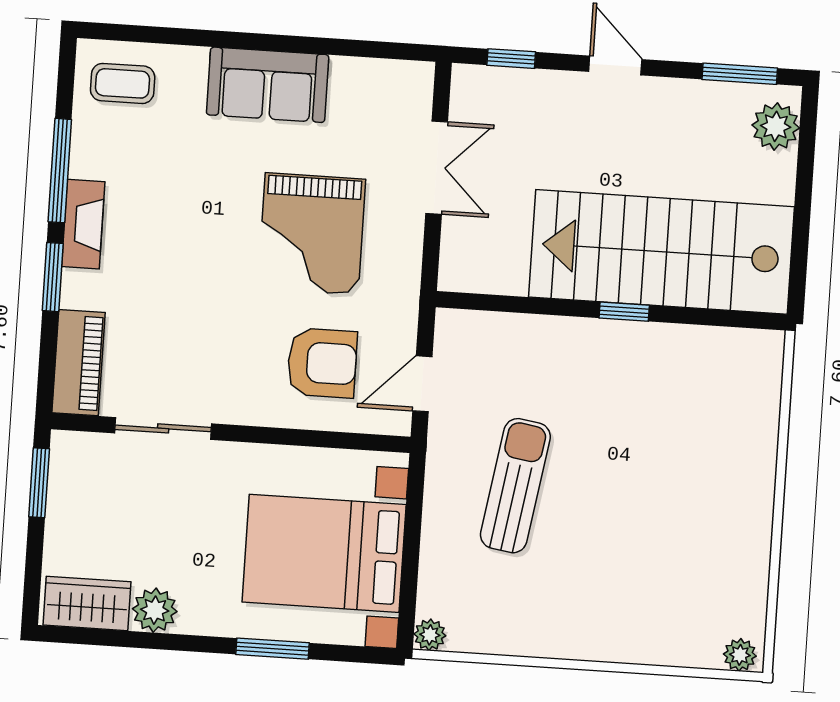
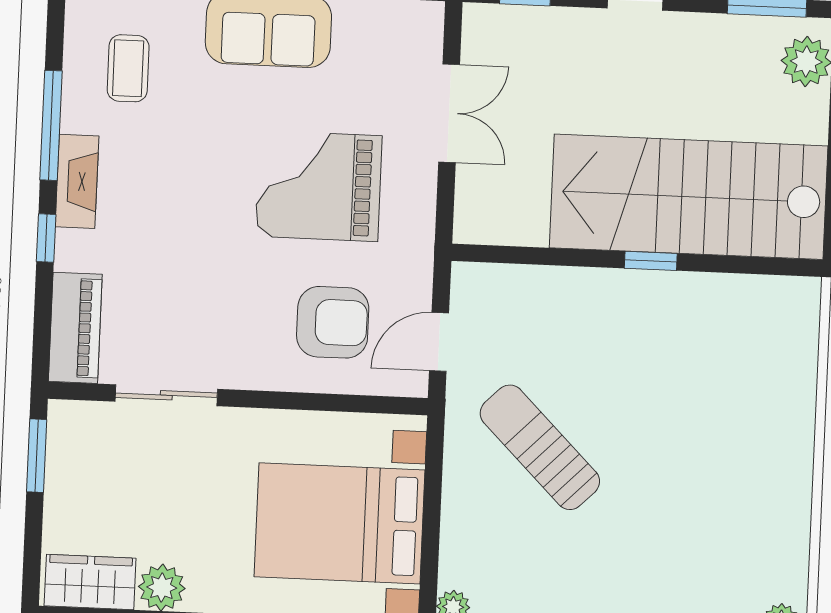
coffee table: (123, 83) -> (128, 68), moved, turned 90
grand piano: (312, 234) -> (319, 186), turned 90
window: (53, 277) -> (46, 238), width x0.67
sun lounger: (515, 486) -> (540, 447), turned -54

